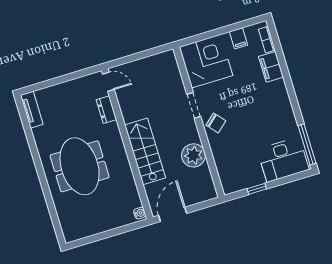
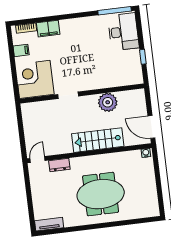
chair: (216, 123) -> (85, 80), removed

